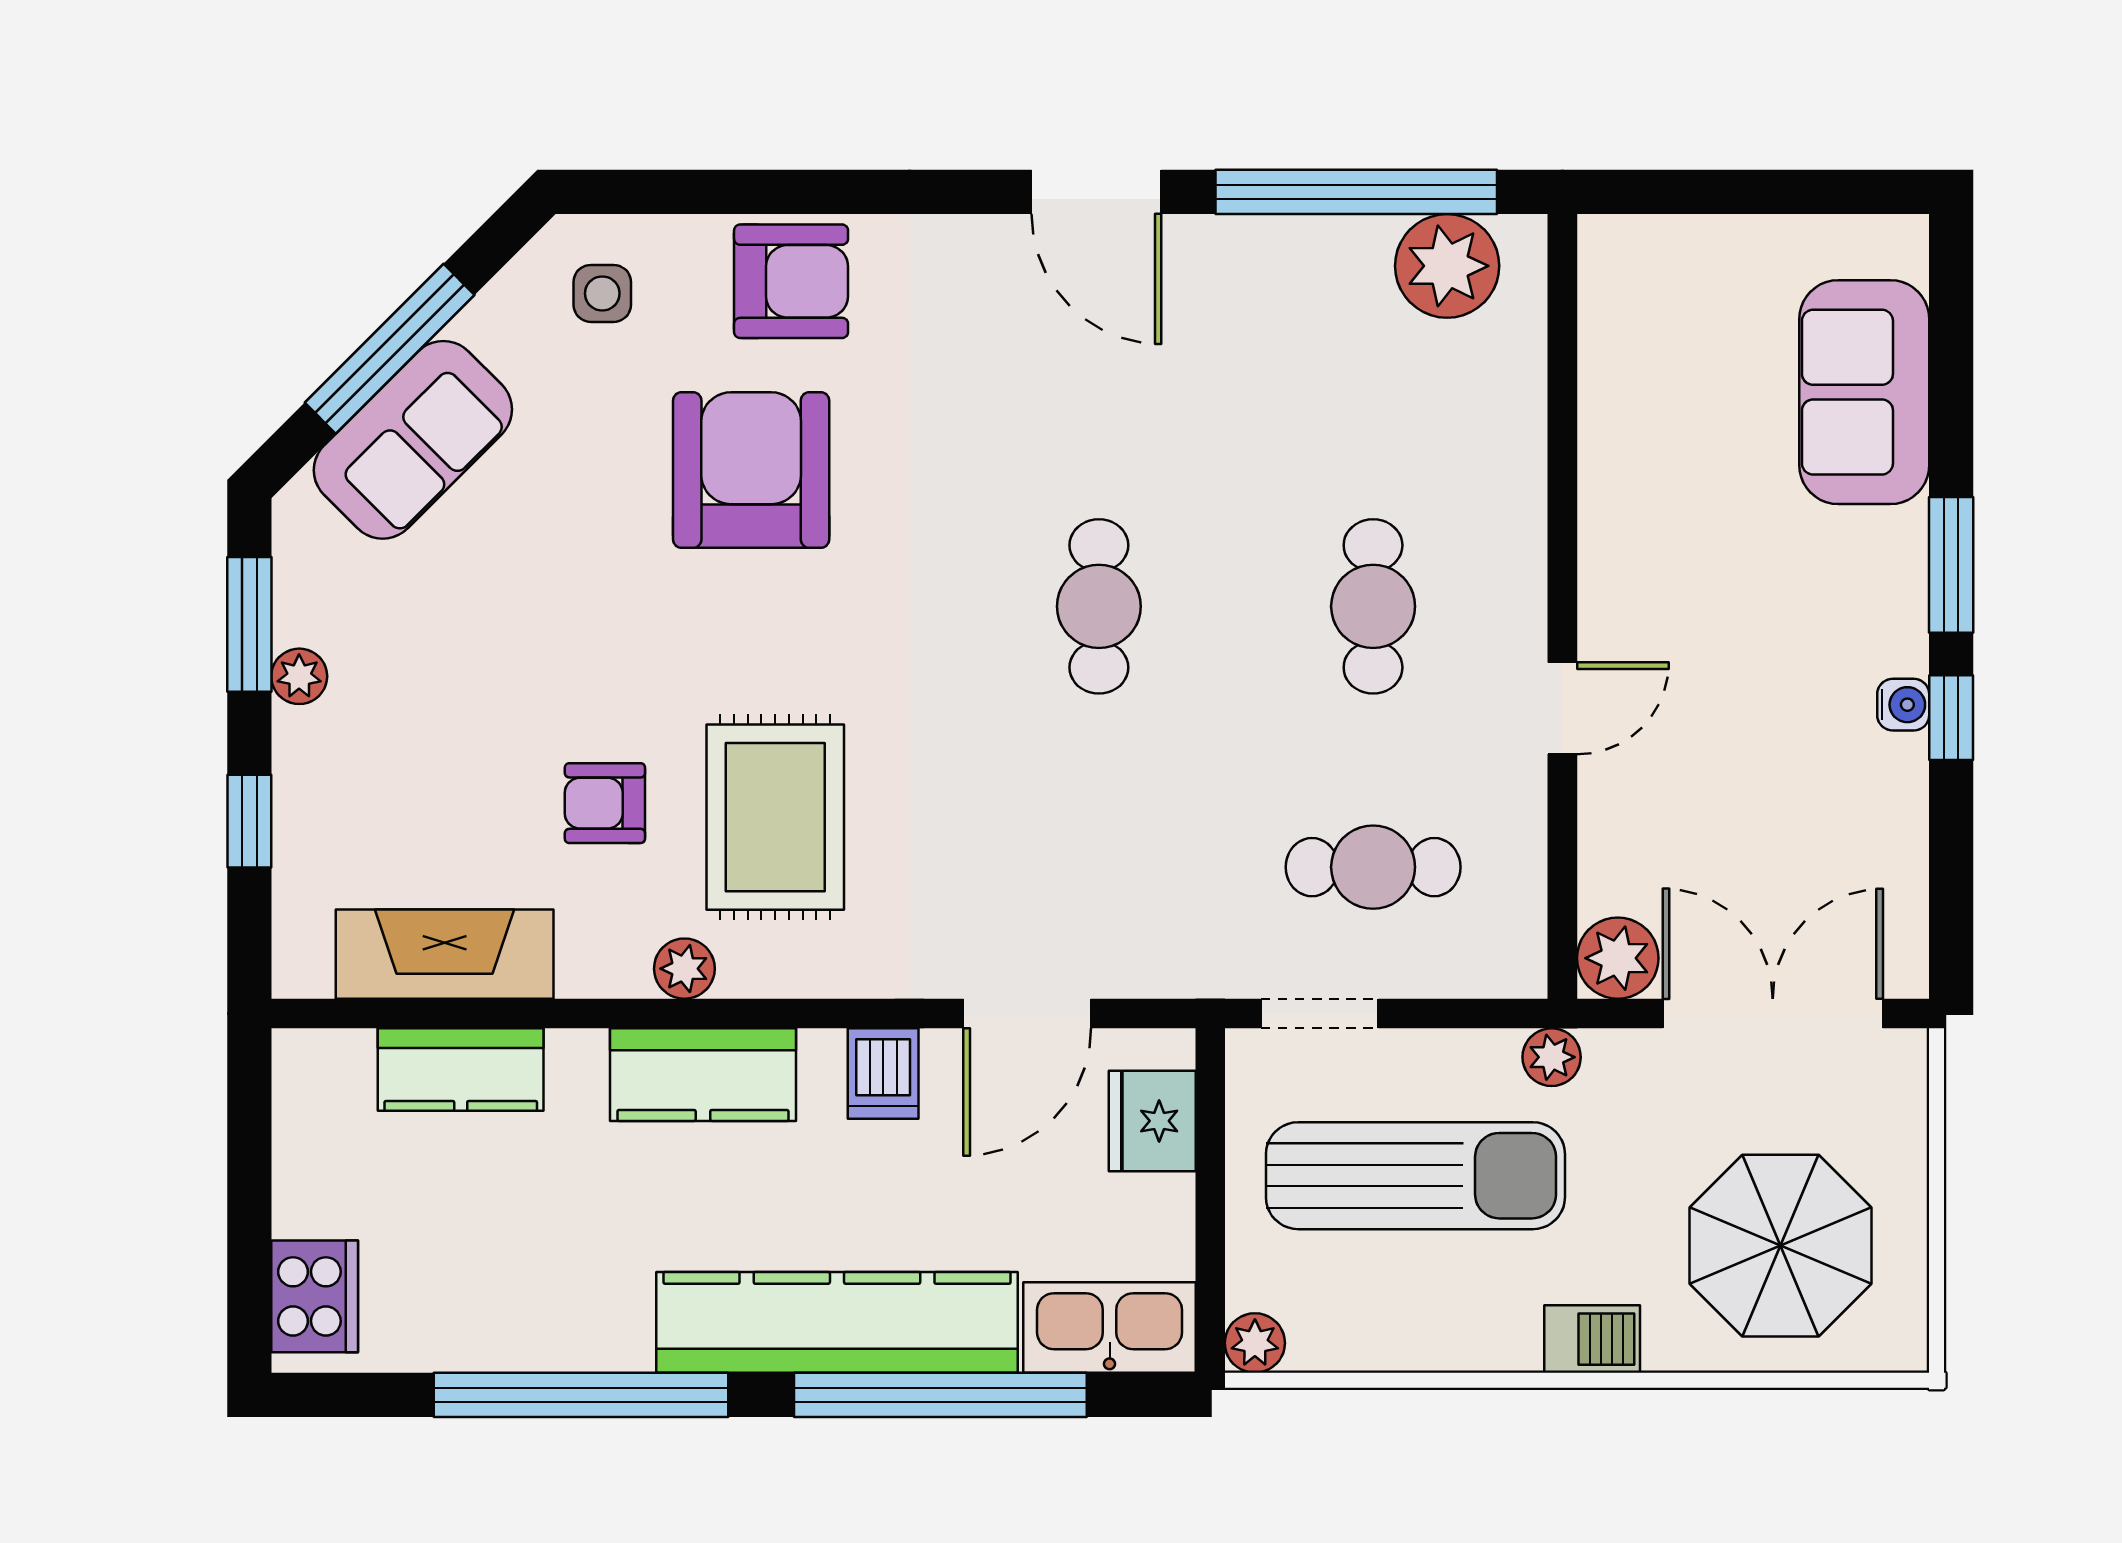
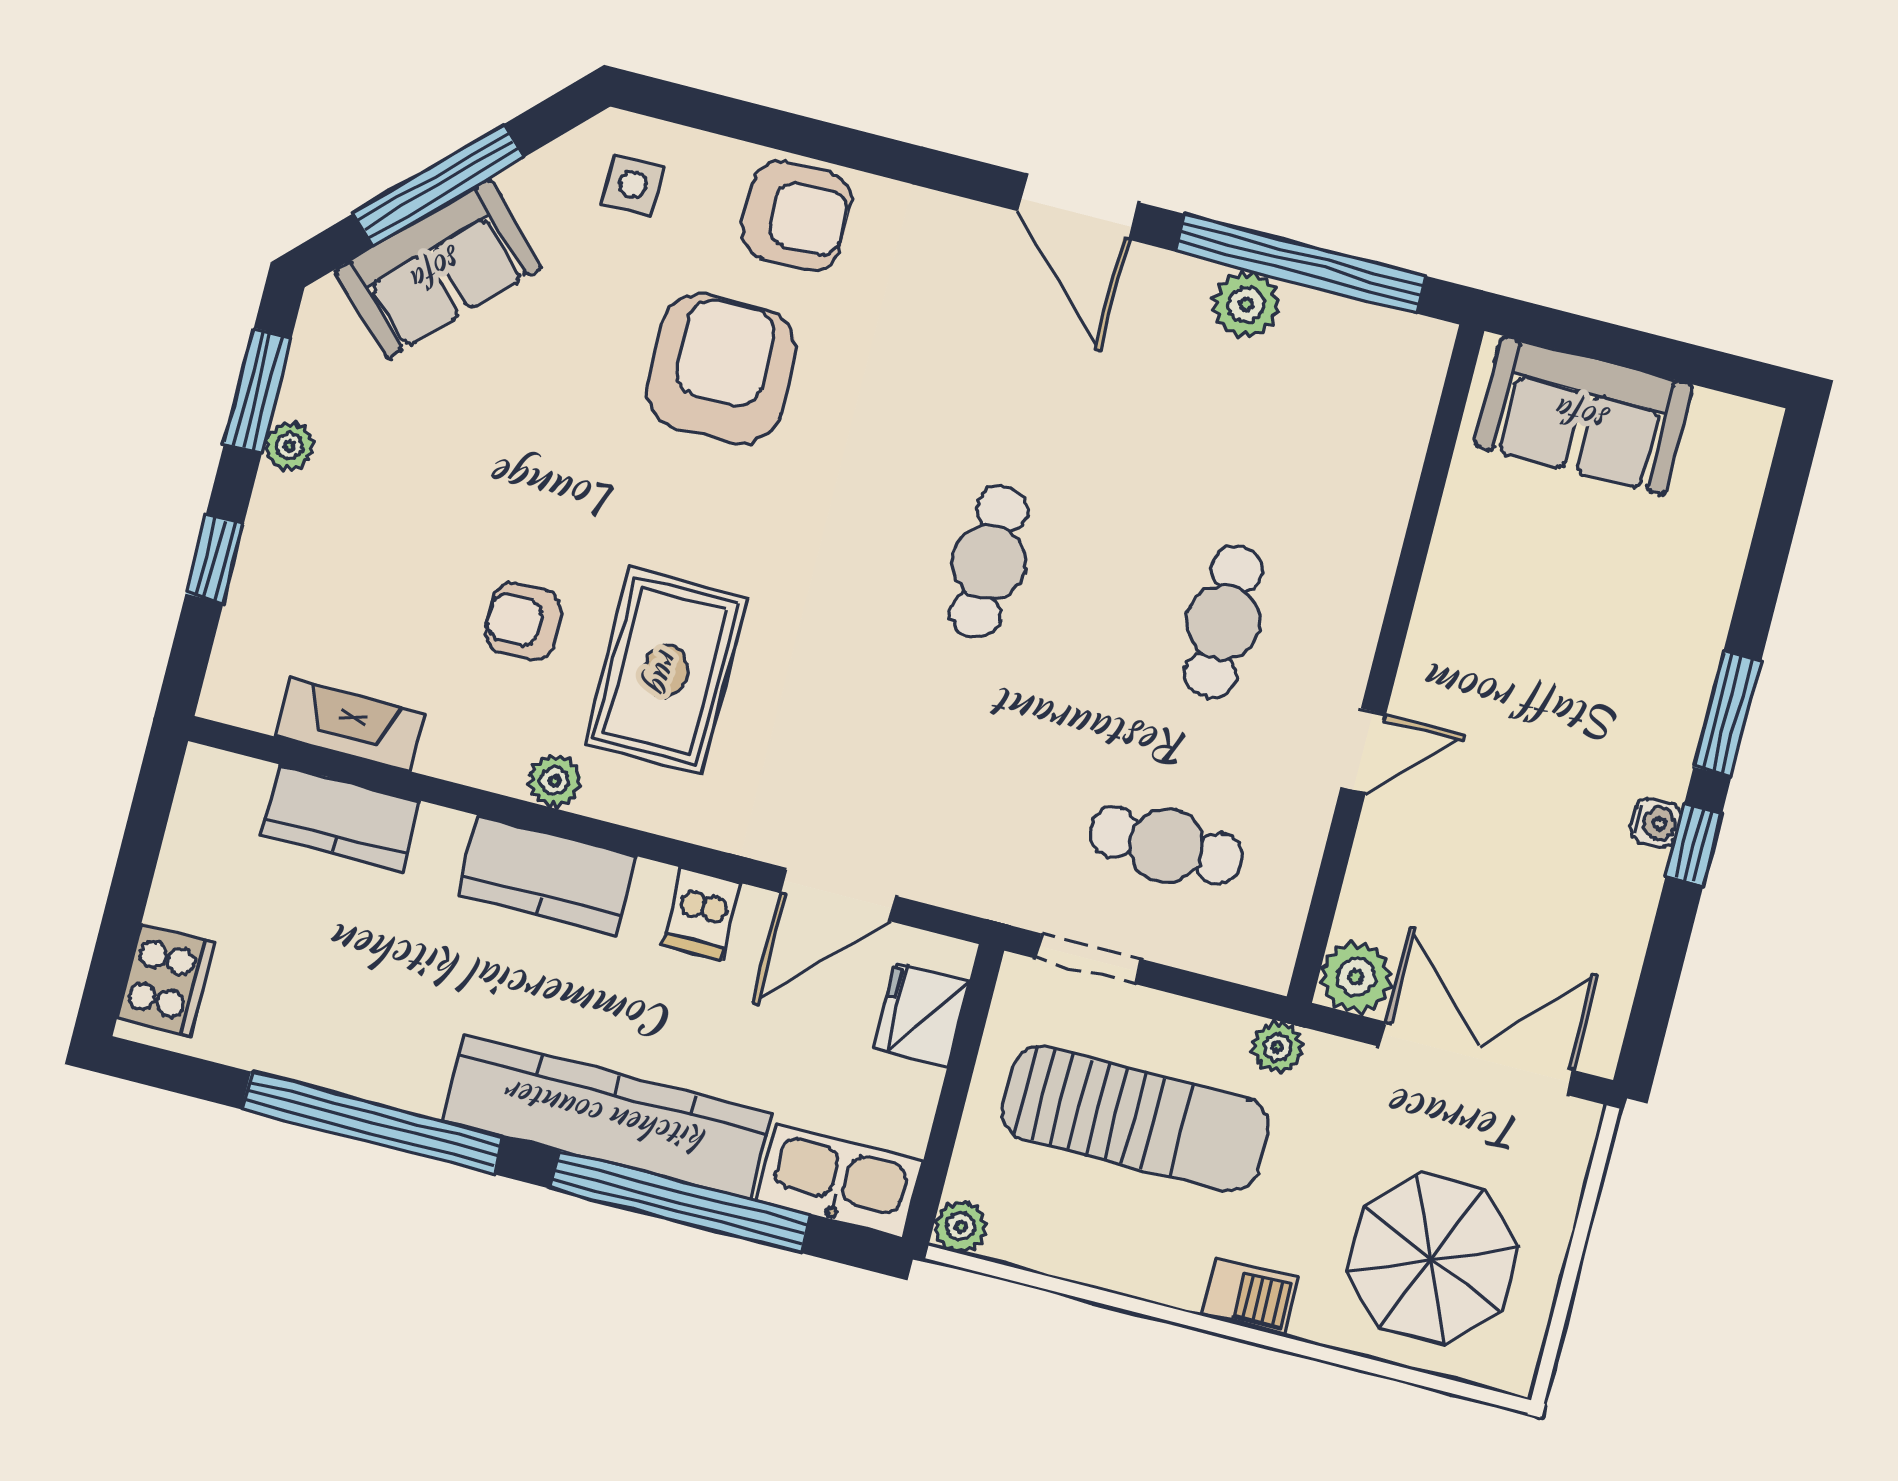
plant: (1447, 266) -> (1246, 305), moved, width x0.73, depth x0.73
sofa: (1864, 392) -> (1583, 416), moved, turned -90
fireplace: (445, 954) -> (350, 725), width x0.73, depth x0.76

